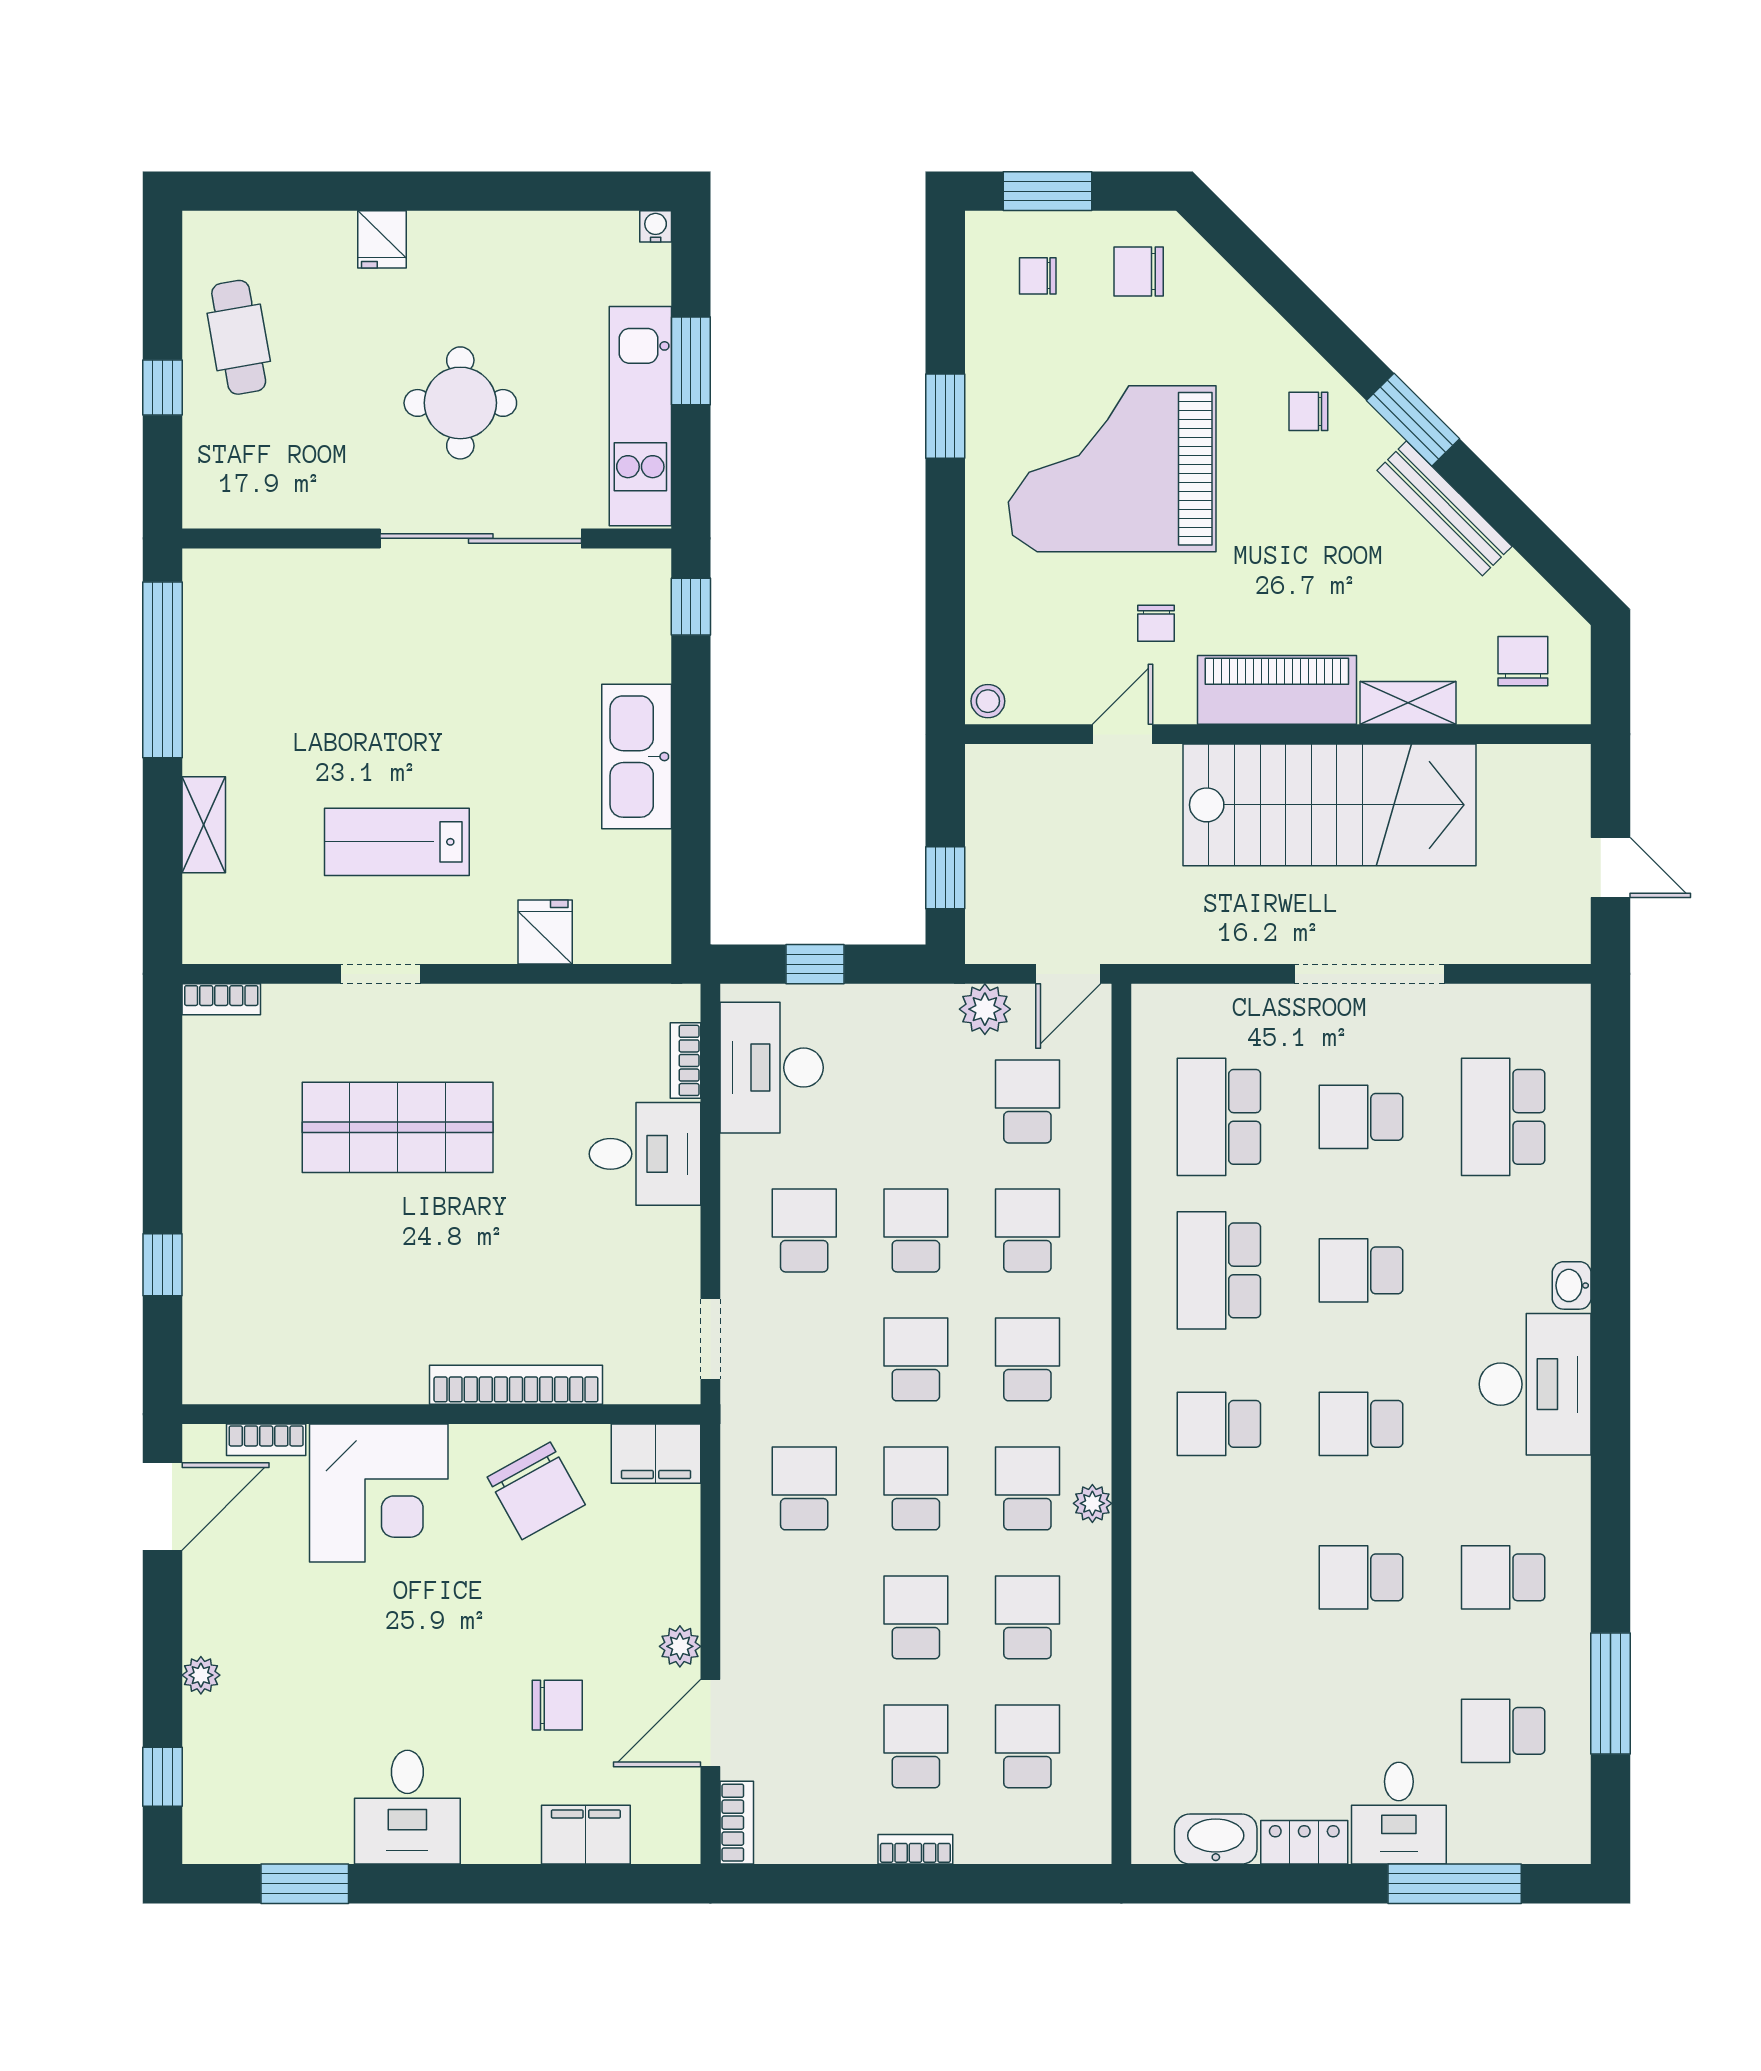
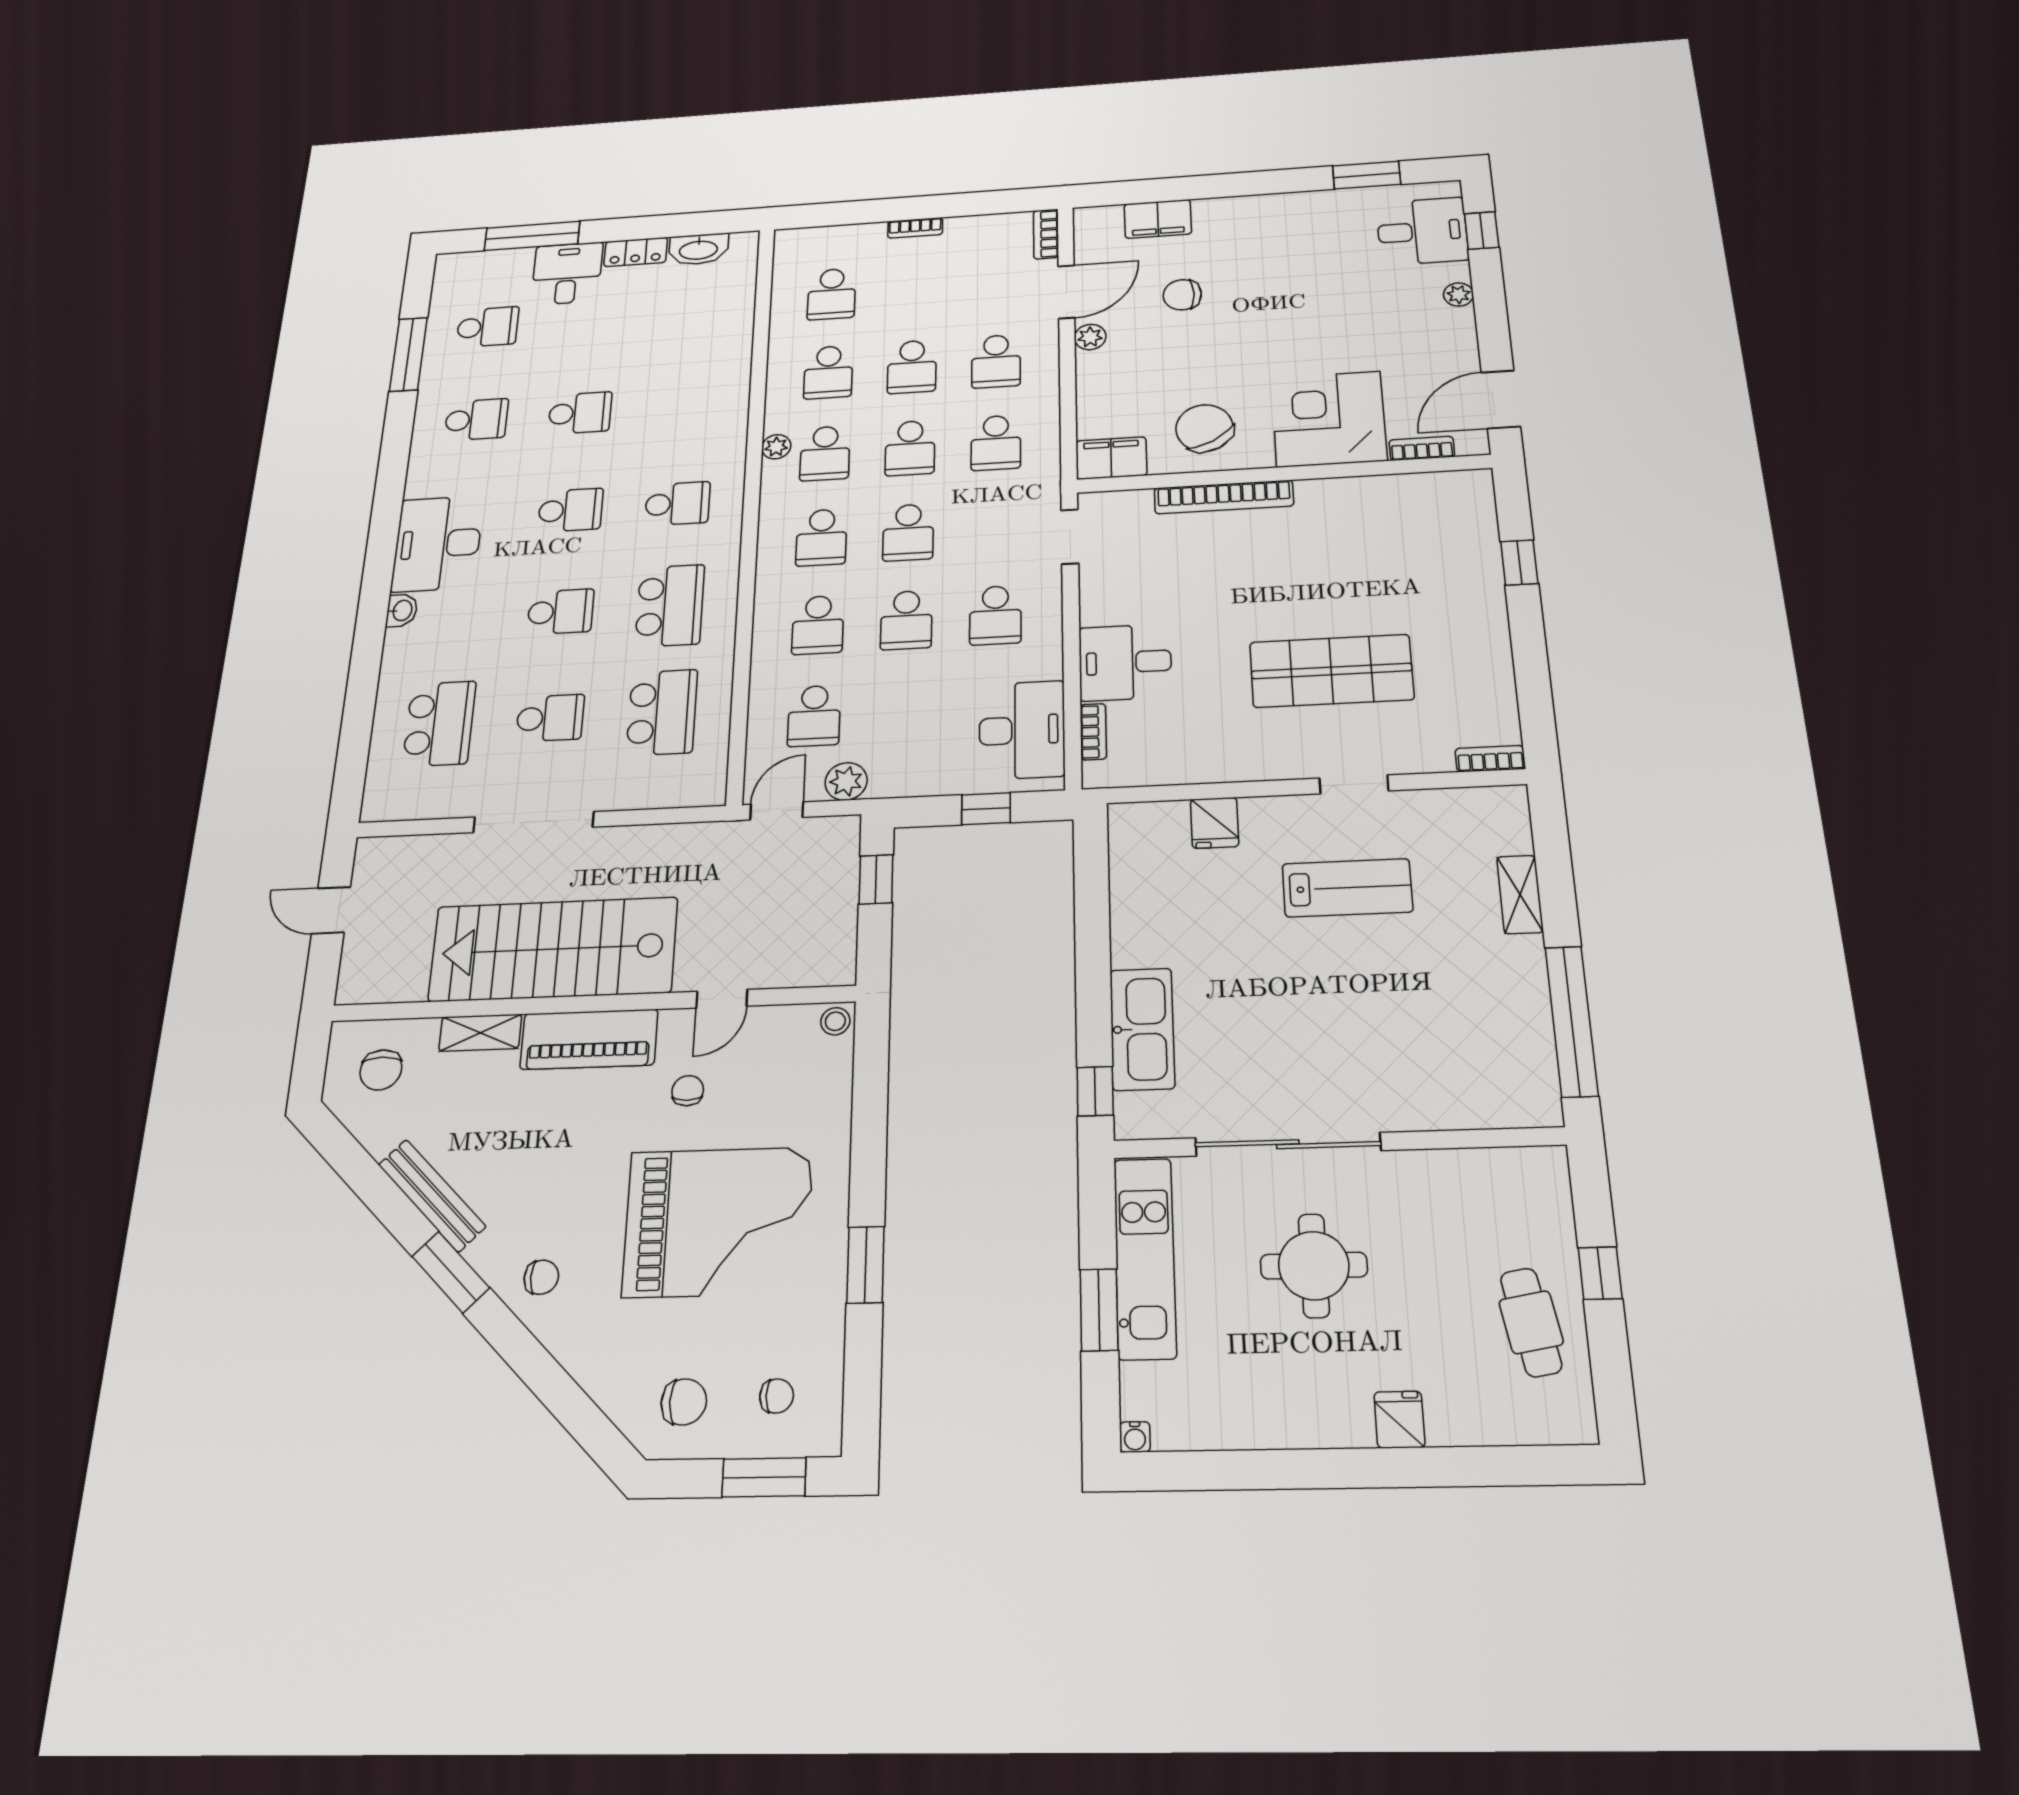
kitchen sink: (637, 757) -> (1142, 1029), moved
school desk: (916, 1746) -> (996, 361), moved
desk: (407, 1807) -> (1422, 231), moved, turned 90

